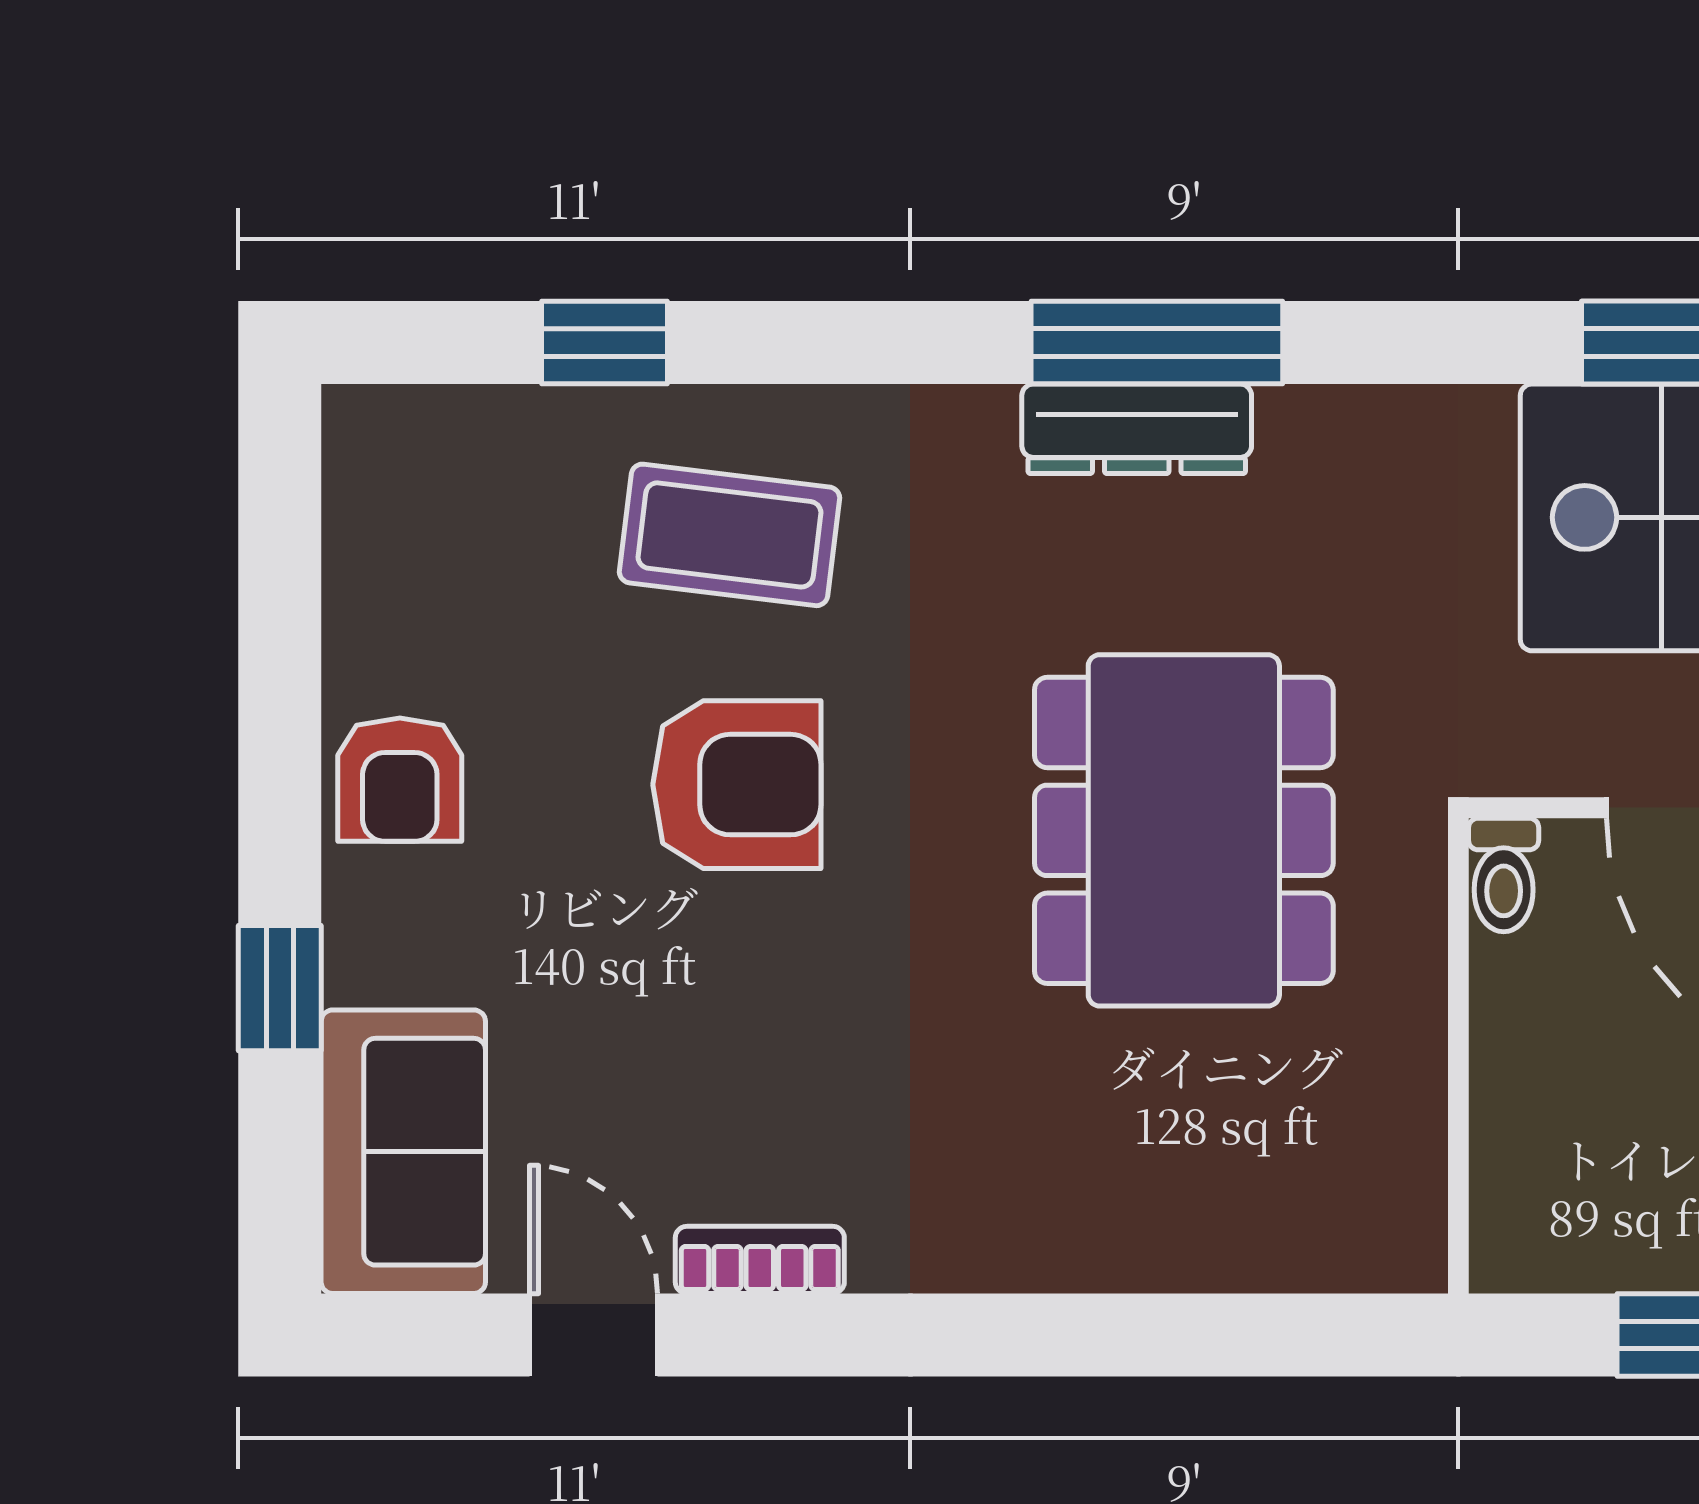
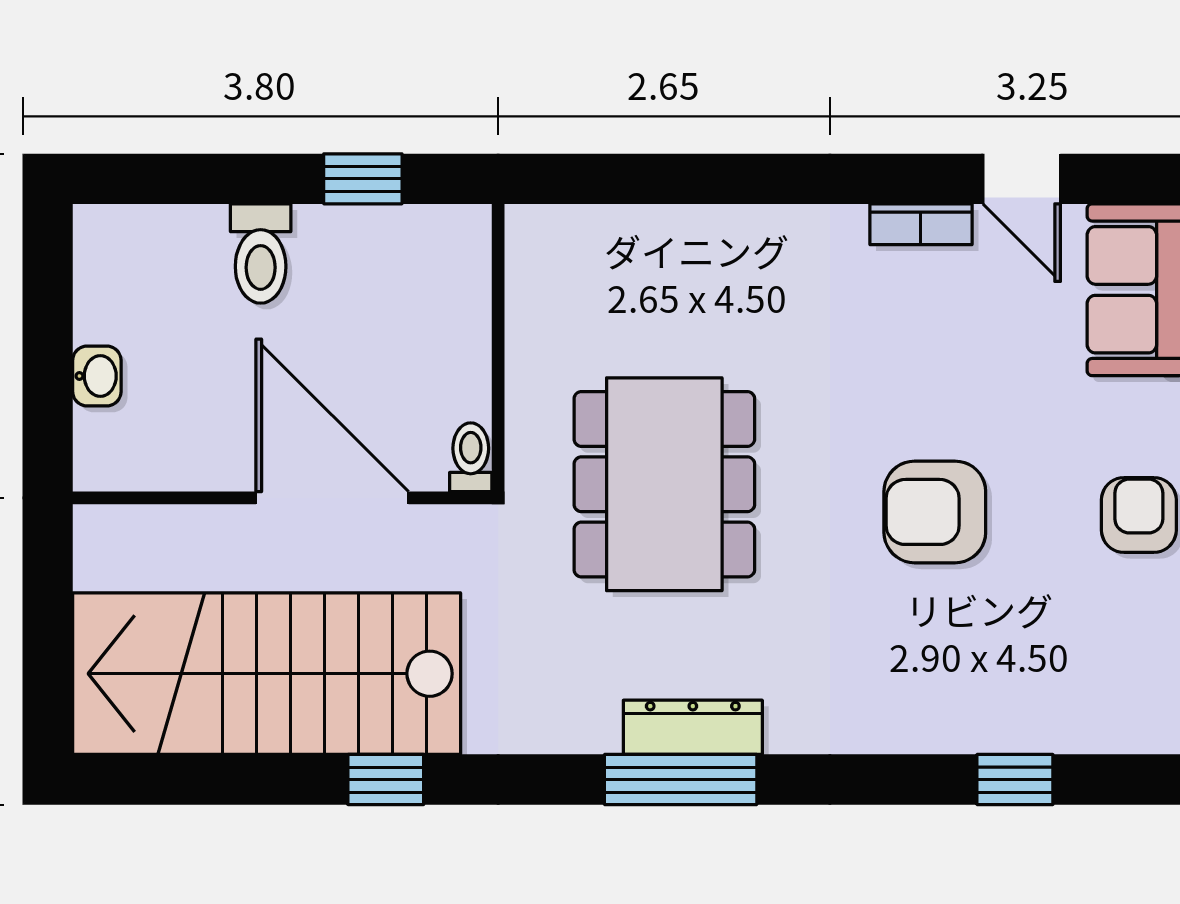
coffee table: (730, 535) -> (939, 663), removed

